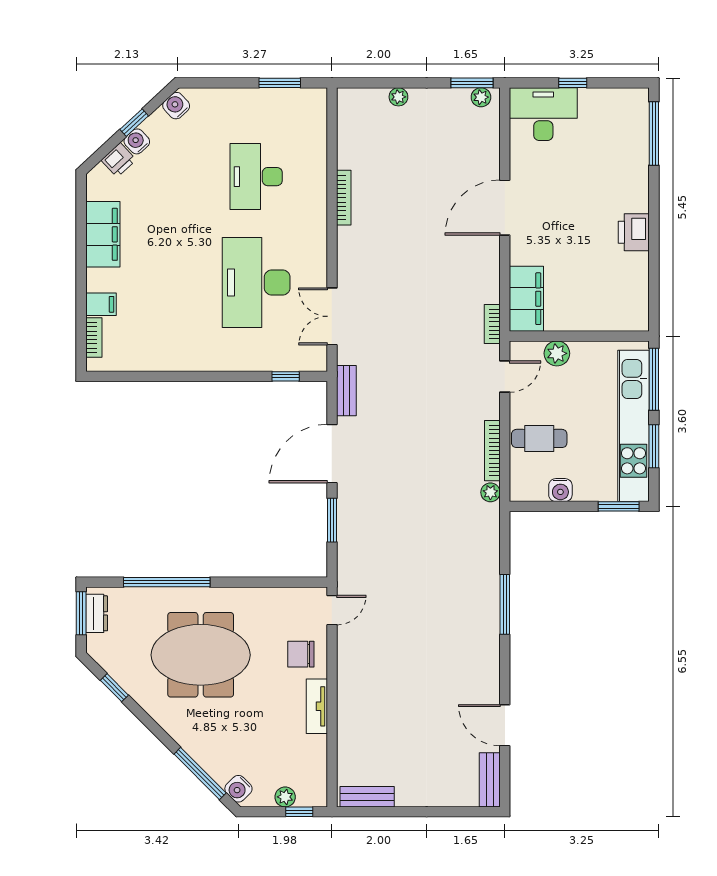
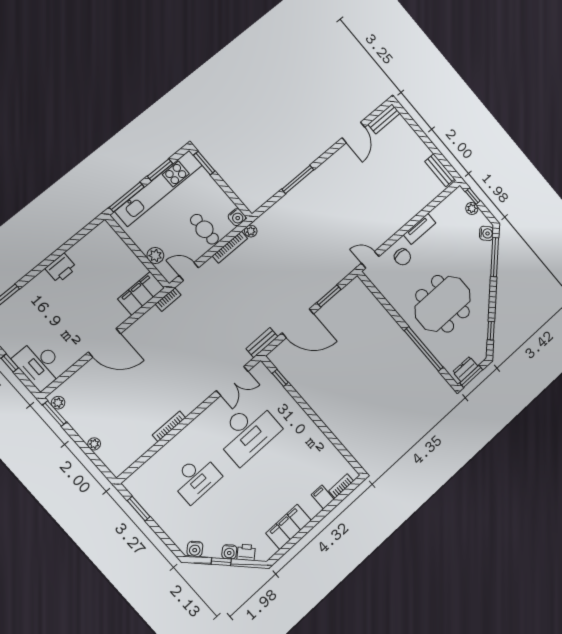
water cooler: (560, 490) -> (237, 217), moved, turned 90
meeting table: (201, 655) -> (443, 304), turned 90

